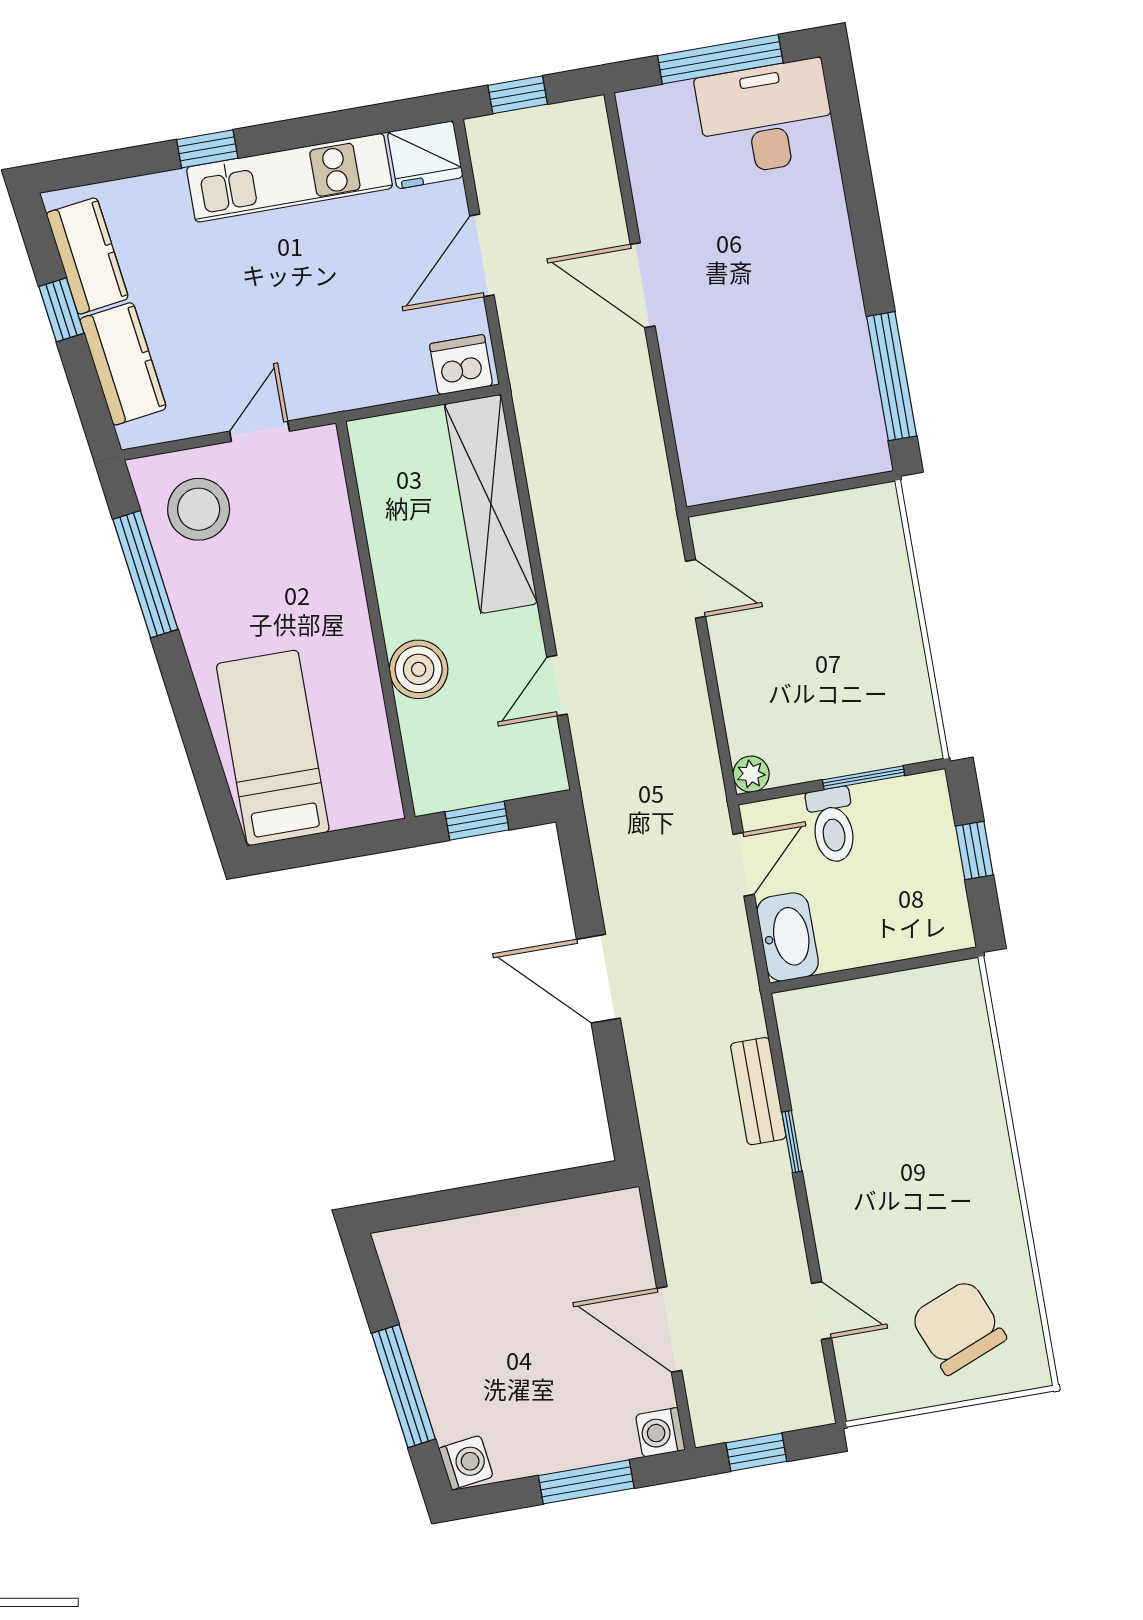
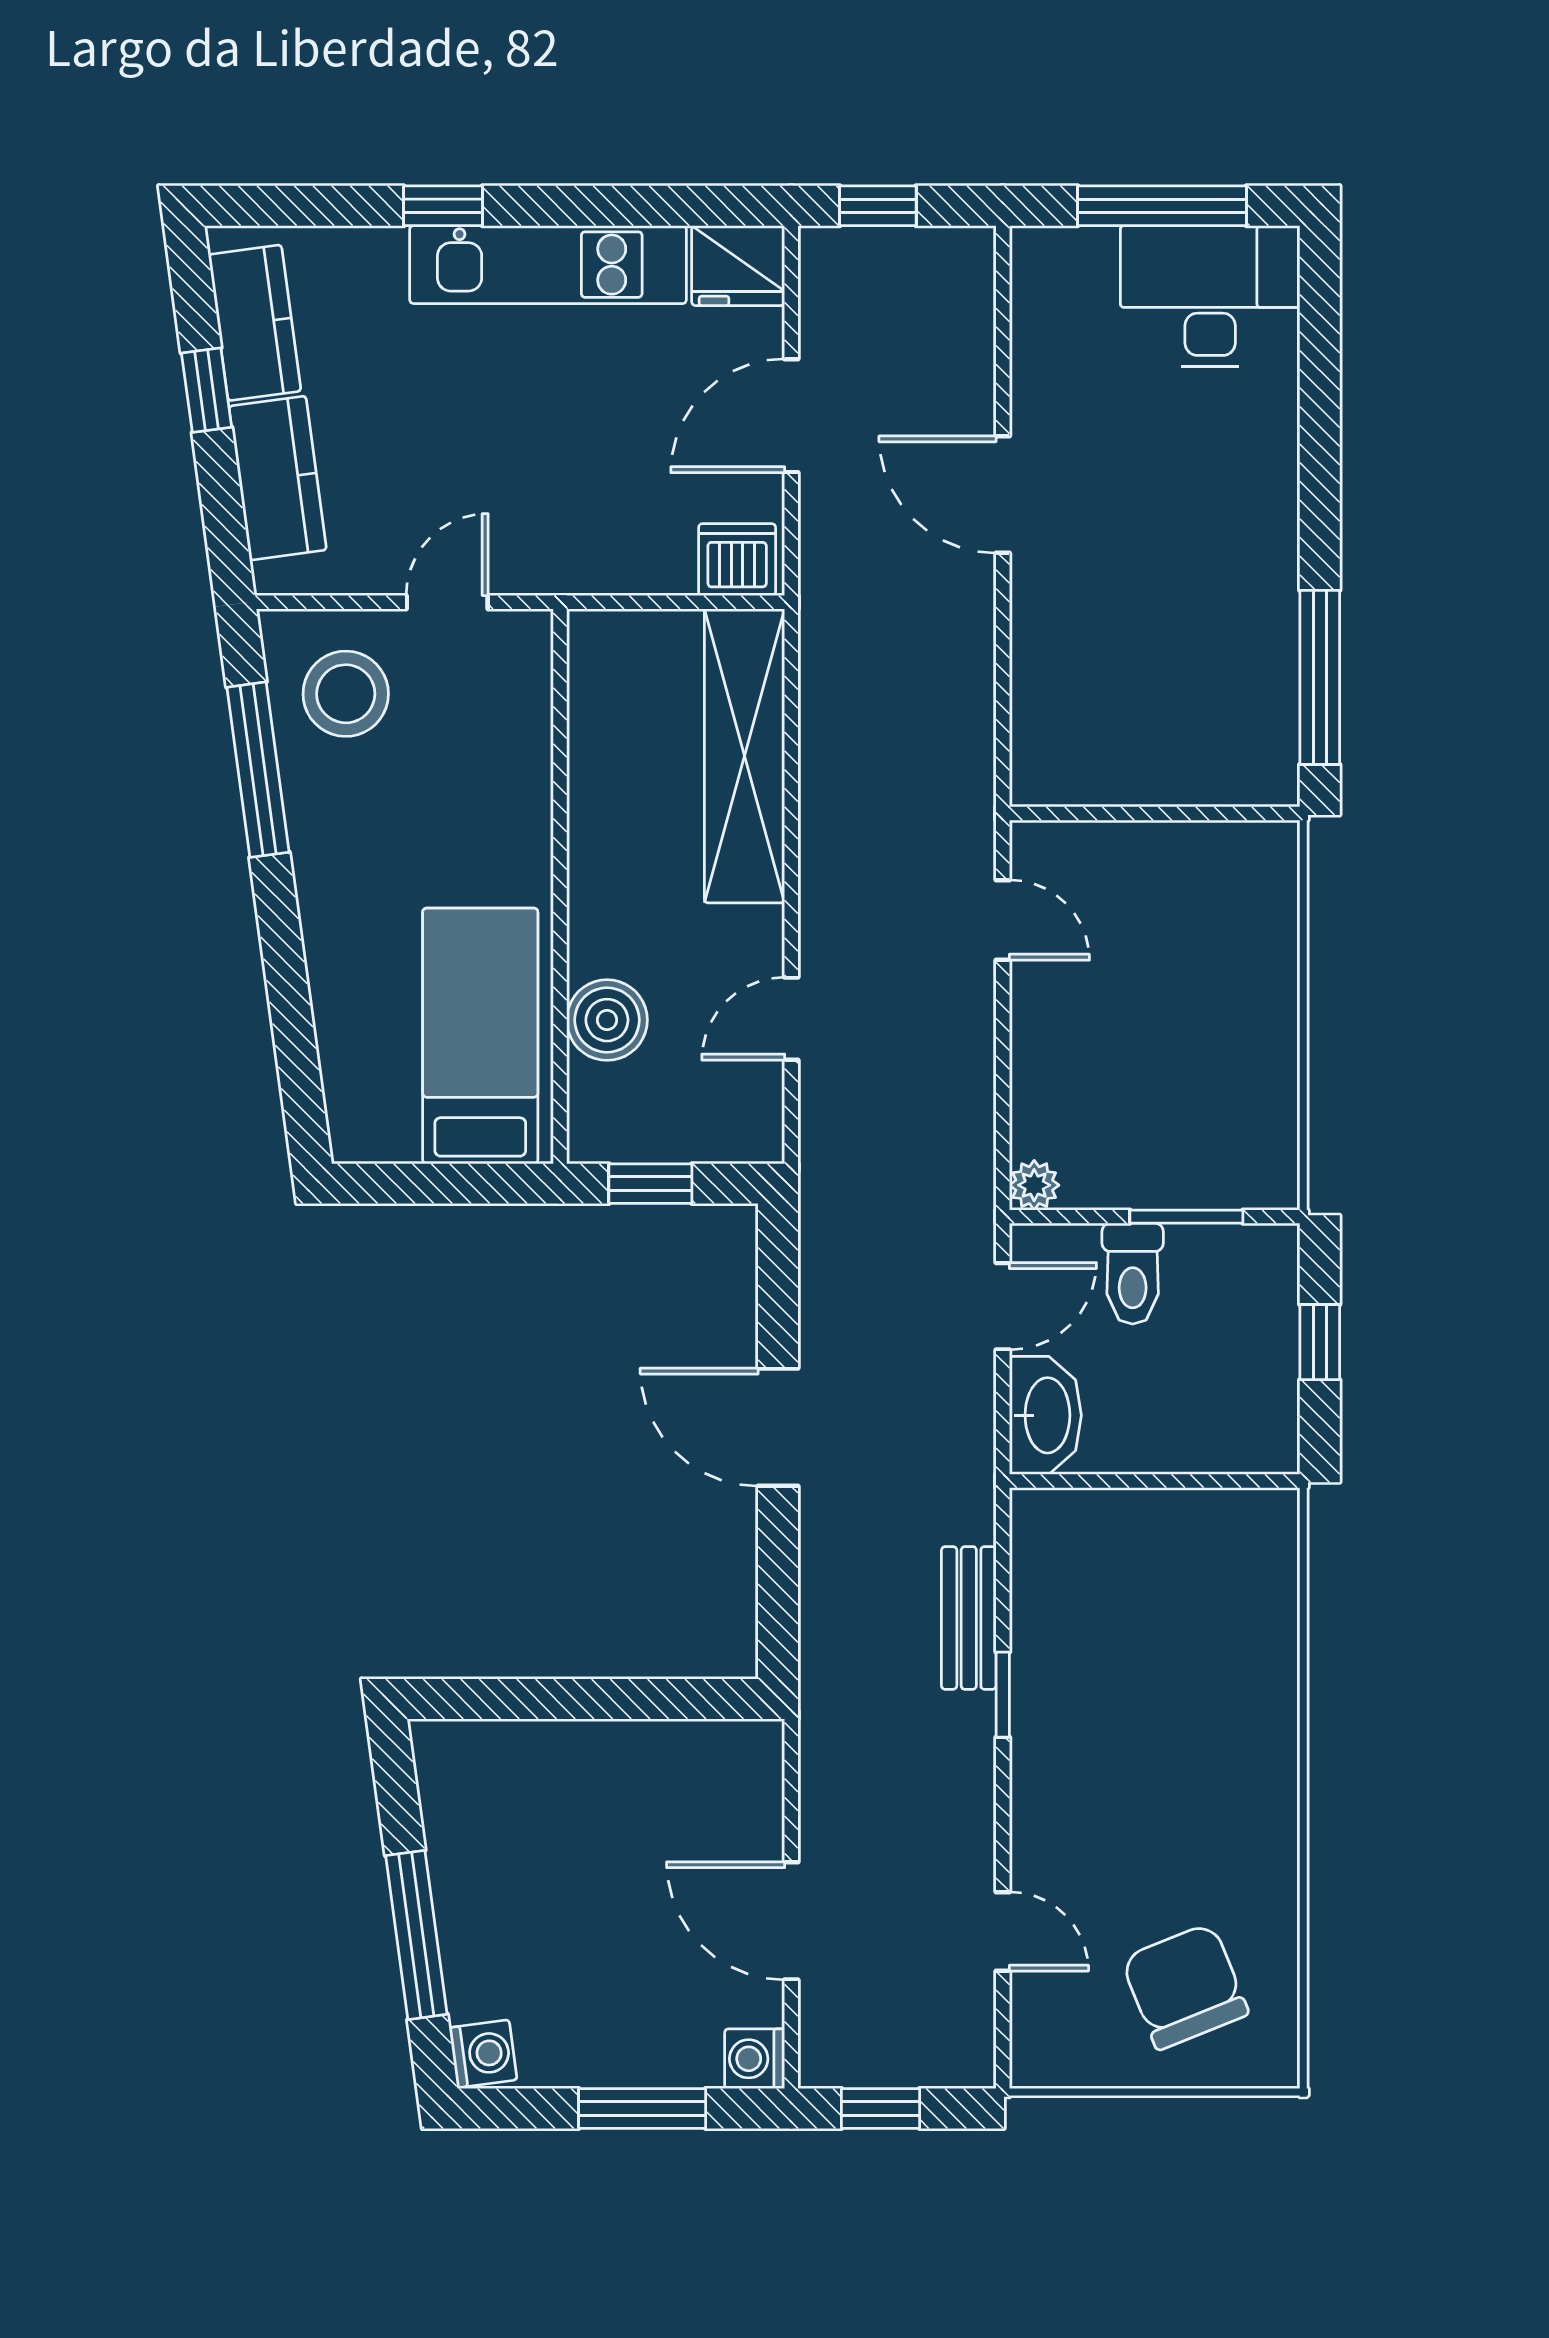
boiler: (419, 669) -> (607, 1020), moved
bed: (273, 748) -> (480, 1036), moved

